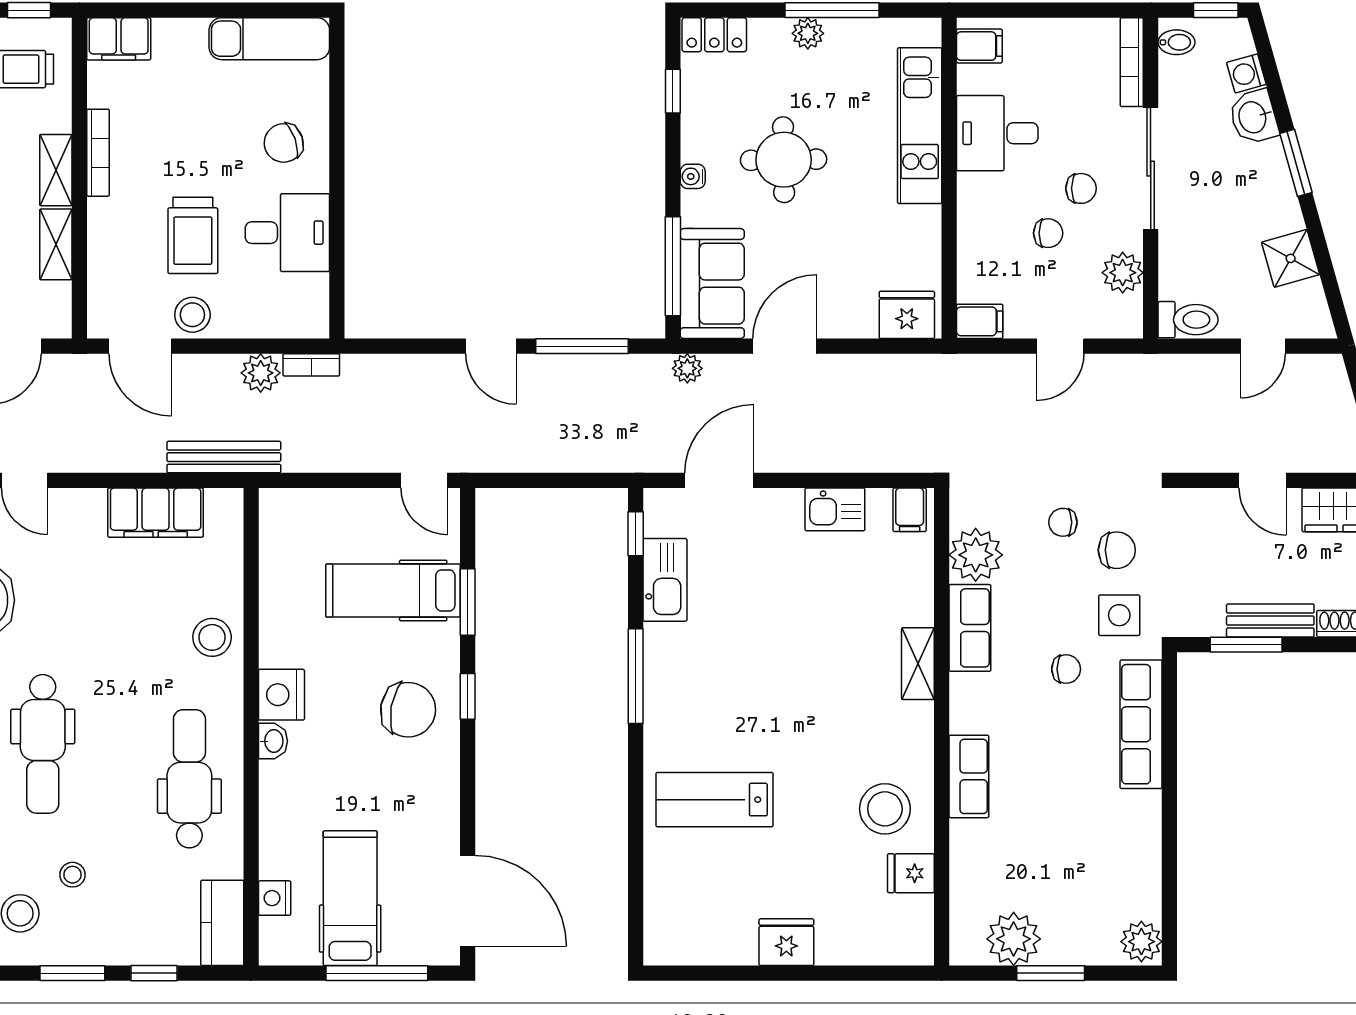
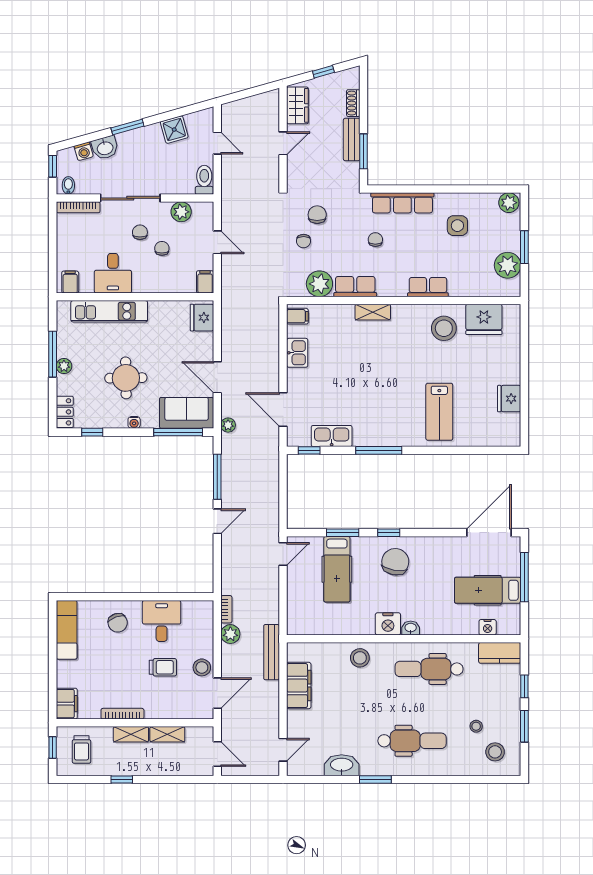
trolley: (193, 235) -> (163, 667), width x0.73, depth x0.72
side table: (1119, 615) -> (457, 226), moved
fridge: (911, 873) -> (484, 319), width x1.88, depth x1.34
fridge: (786, 942) -> (509, 399), moved

